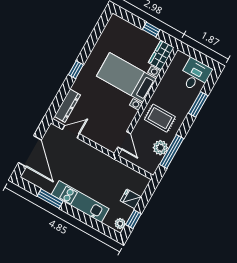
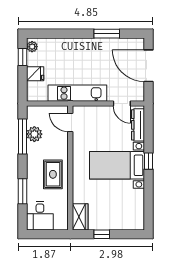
bed with nightstands: (126, 77) -> (117, 165), moved, turned 180
rug: (160, 118) -> (53, 174), moved, turned 90
door: (71, 132) -> (122, 104), hinge flipped
kitchen unit: (80, 202) -> (77, 93), moved, turned 180

